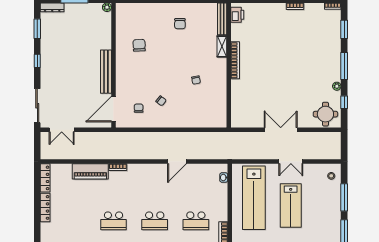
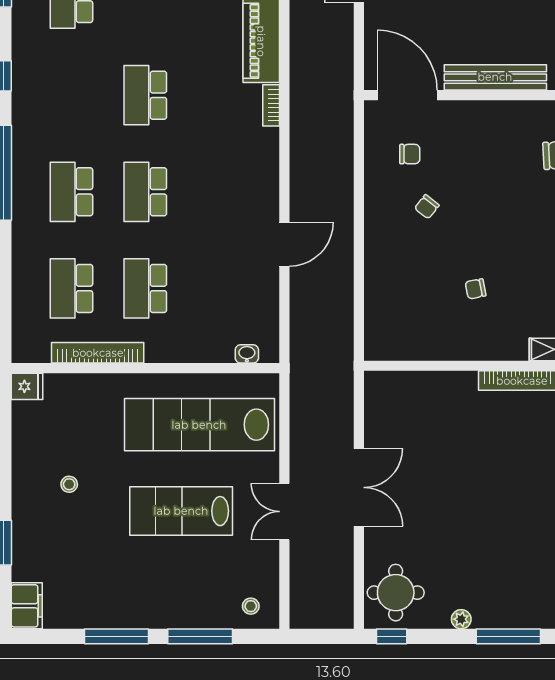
window: (344, 102) -> (392, 636), moved
door: (177, 162) -> (284, 244), swing flipped

